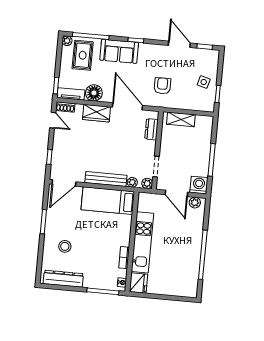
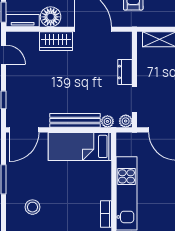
shoe rack: (65, 107) -> (17, 37), removed
dresser: (152, 129) -> (125, 72), moved

